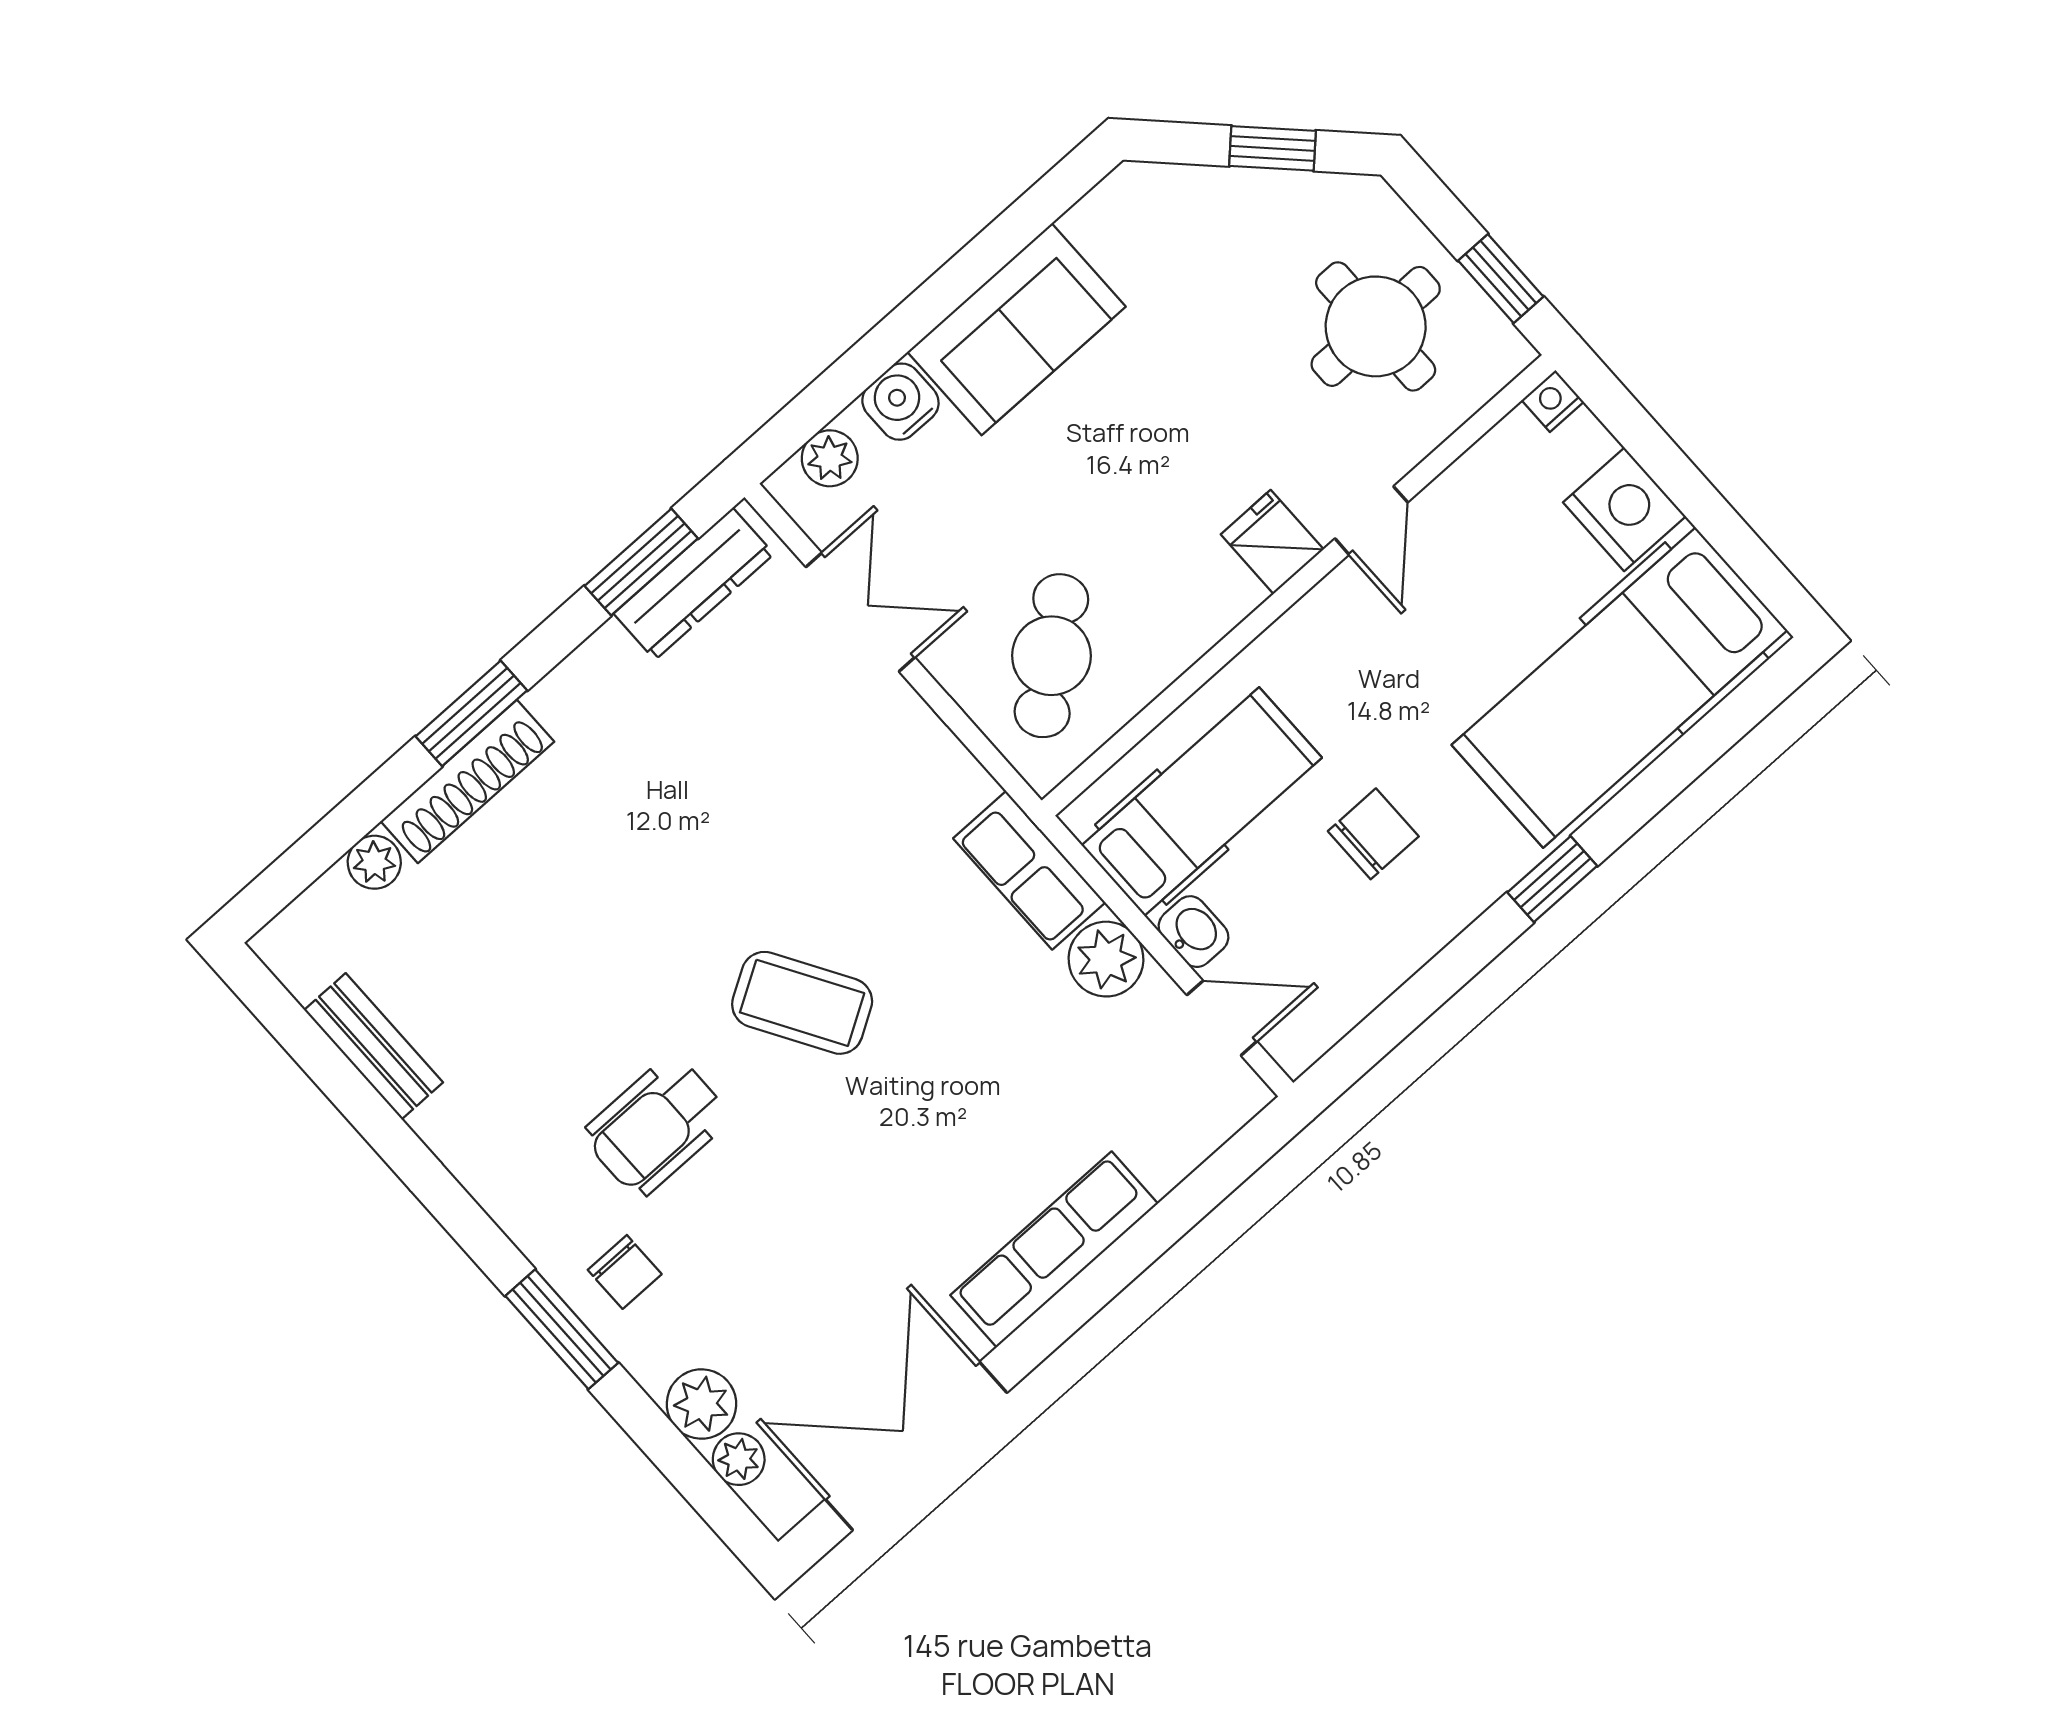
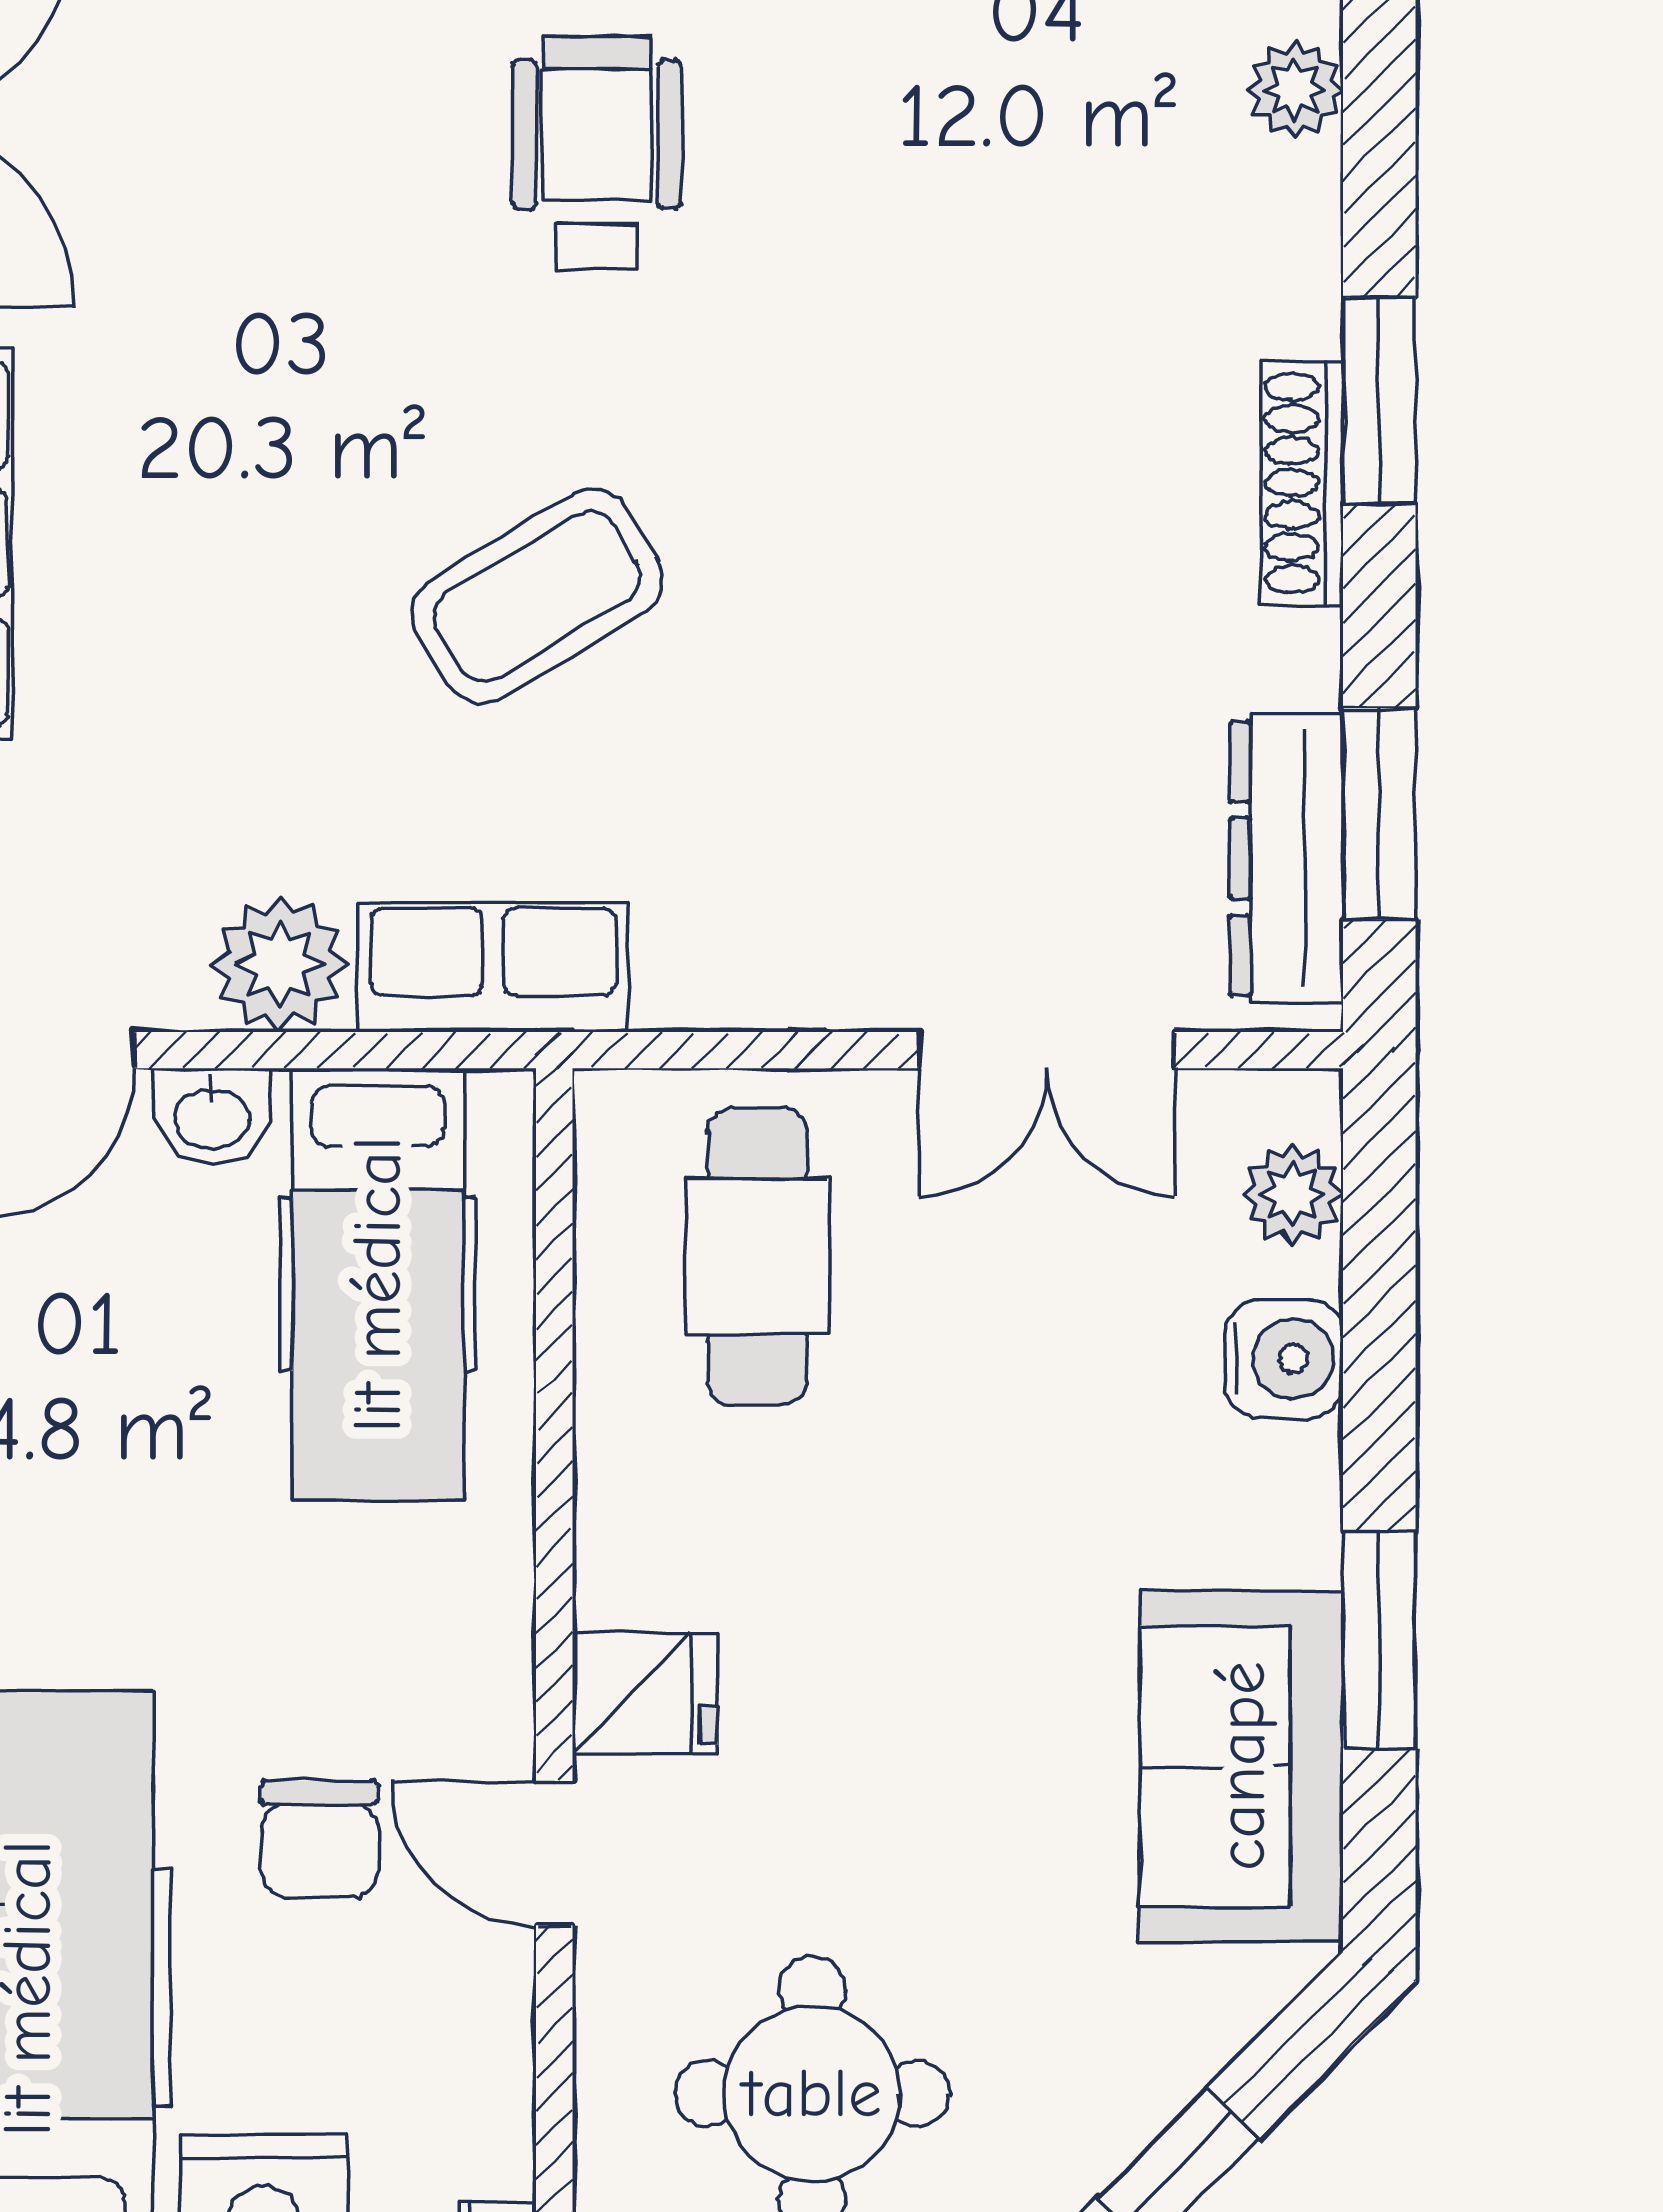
window: (981, 259) -> (1379, 1640), added
sofa: (1017, 329) -> (1242, 1766), moved
cafe table: (1051, 656) -> (757, 1257), turned 39
shoe rack: (467, 781) -> (1302, 483), moved, width x0.74, depth x0.81
chair: (1373, 834) -> (320, 1840), moved
coffee table: (802, 1003) -> (537, 596), moved

